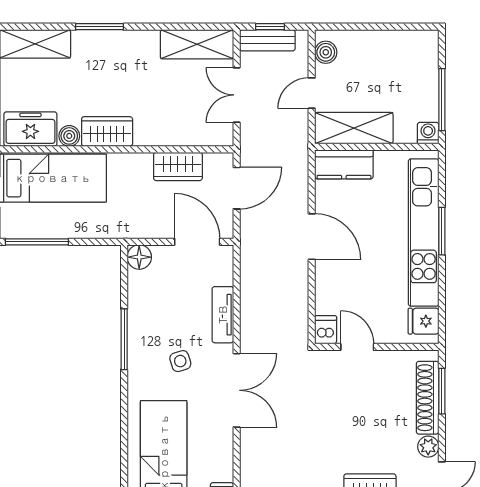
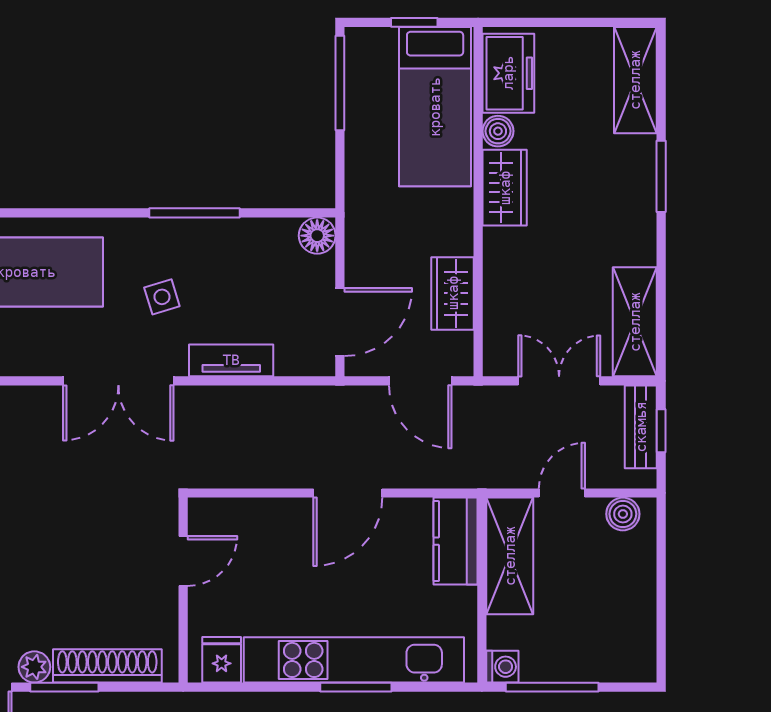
door: (312, 93) -> (562, 493), hinge flipped
dishwasher: (326, 330) -> (209, 514), removed
window: (442, 391) -> (64, 687), moved

